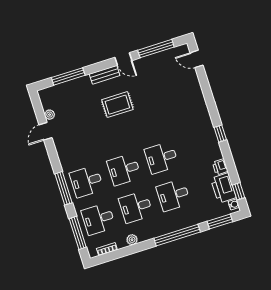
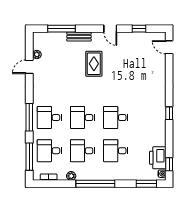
window: (156, 49) -> (139, 29), width x0.46
bench: (105, 75) -> (79, 37), moved
rug: (117, 105) -> (94, 64), turned 90
printer: (220, 167) -> (161, 140), removed
window: (177, 235) -> (95, 184), moved

